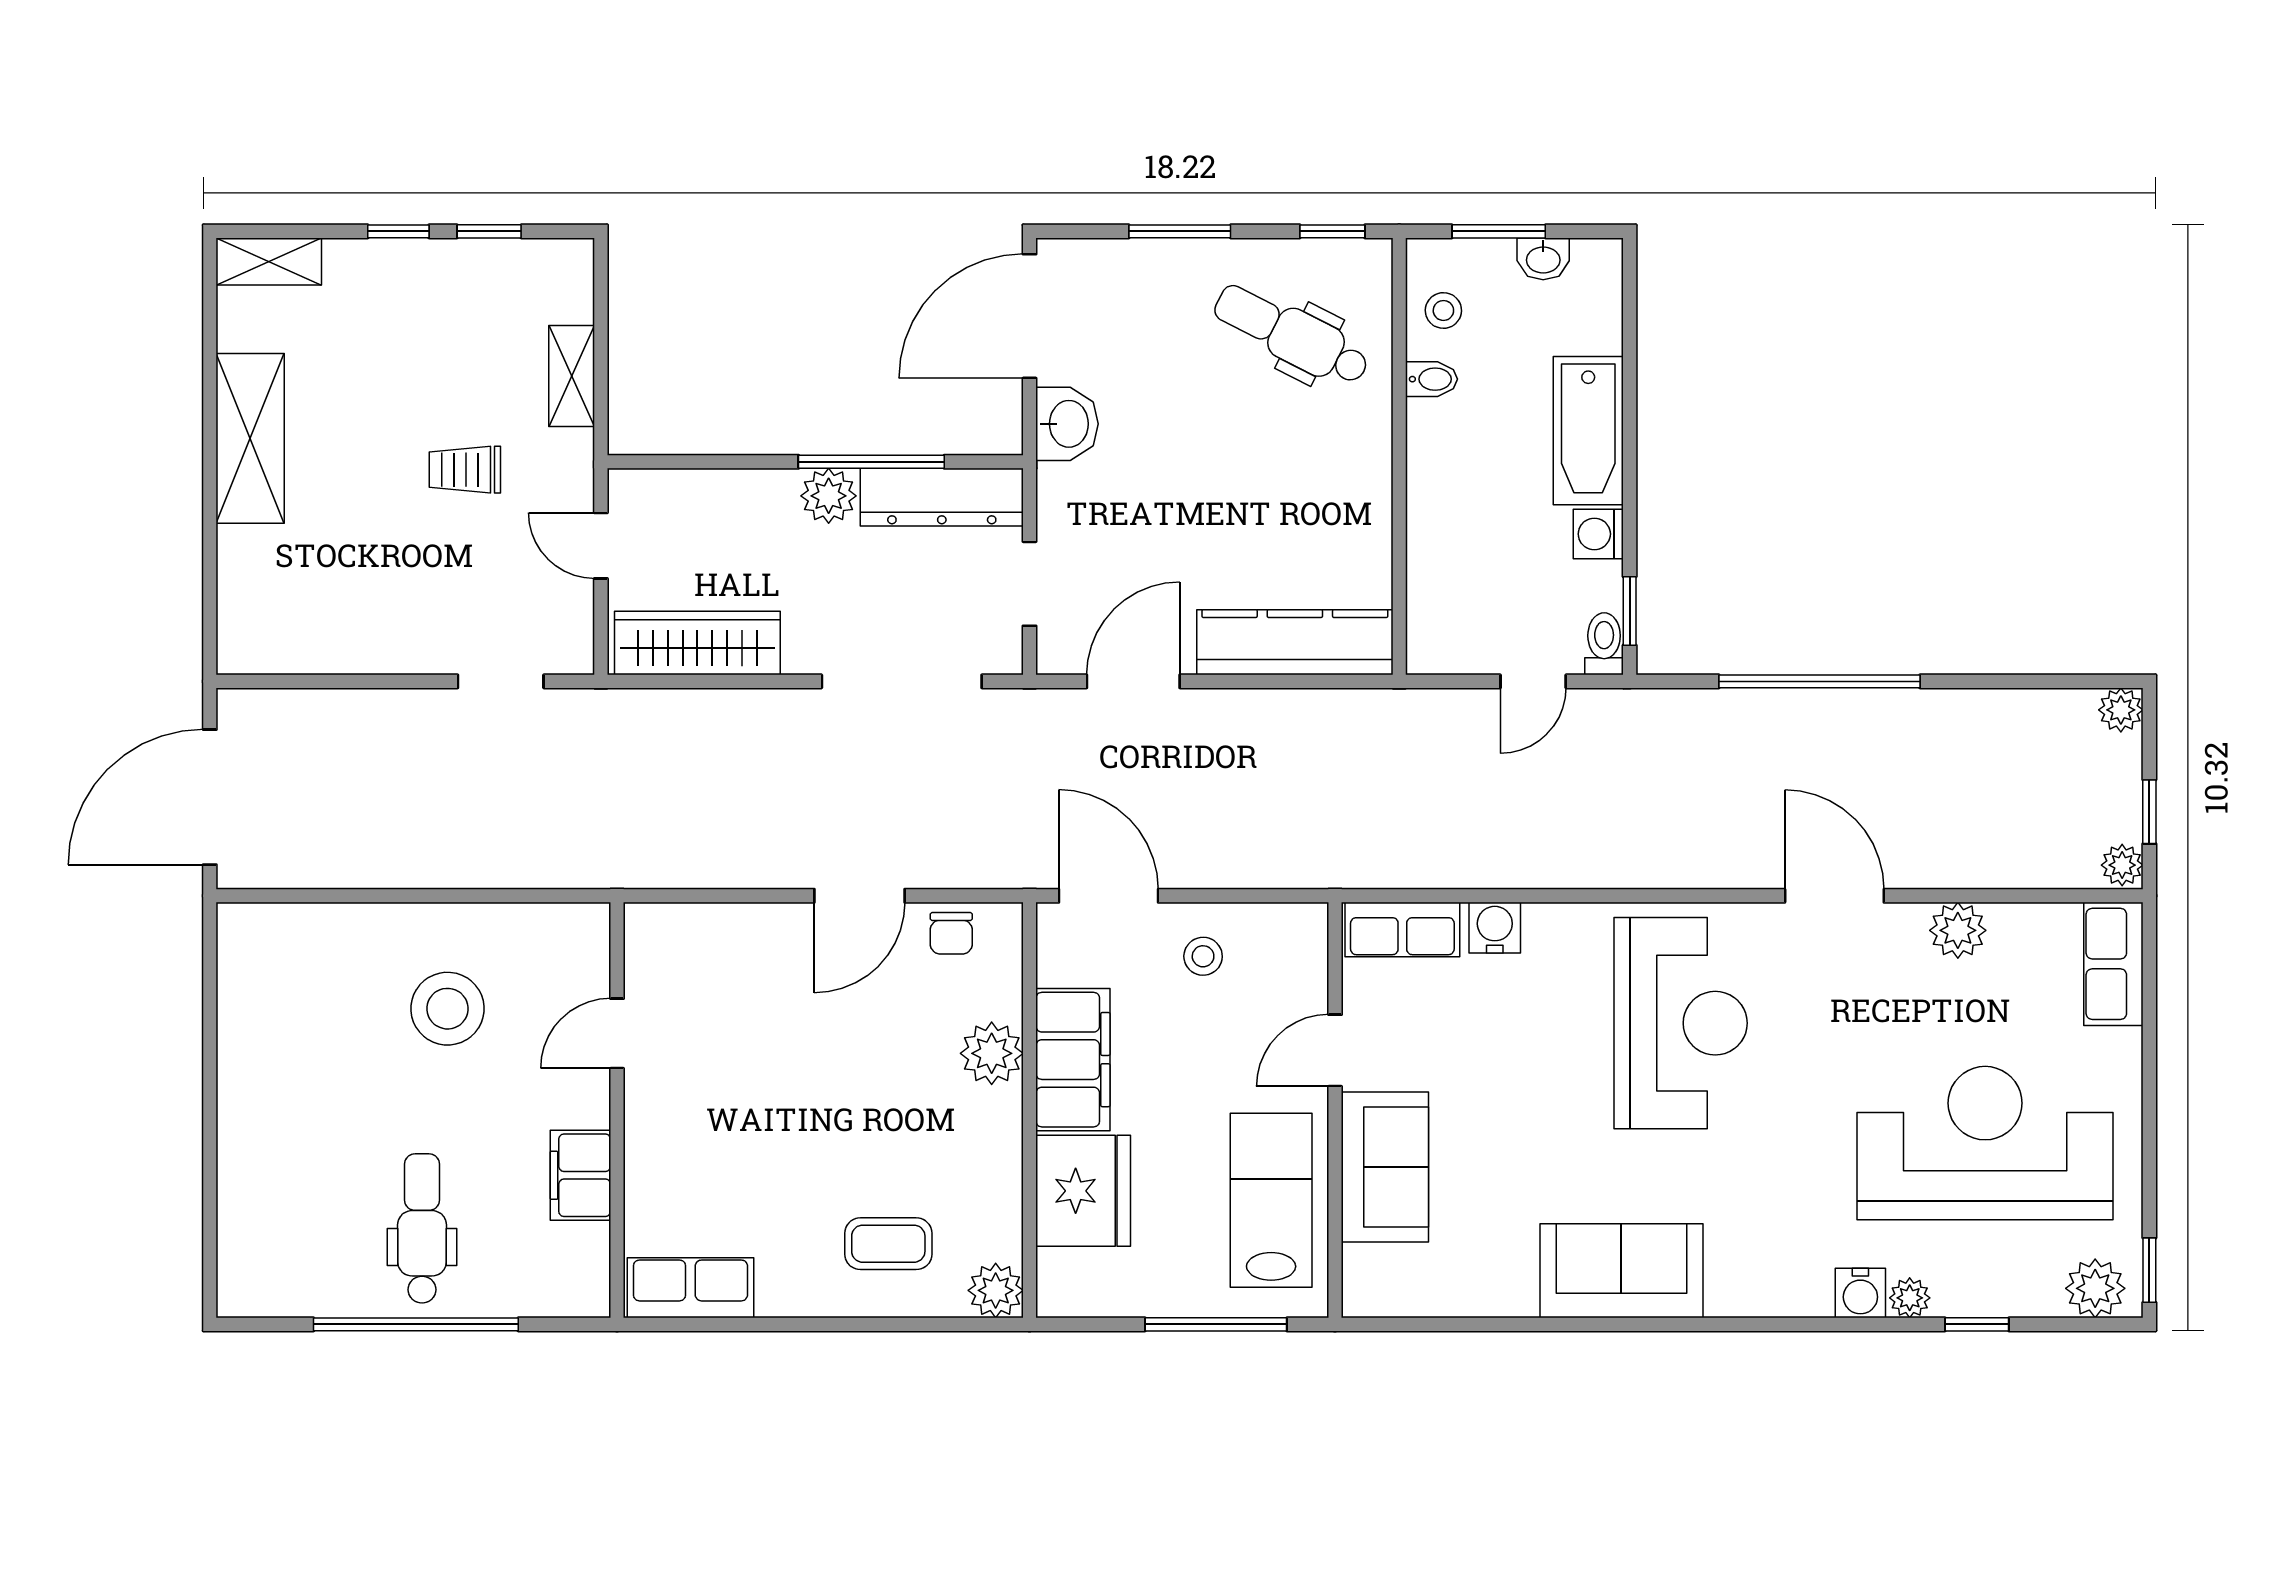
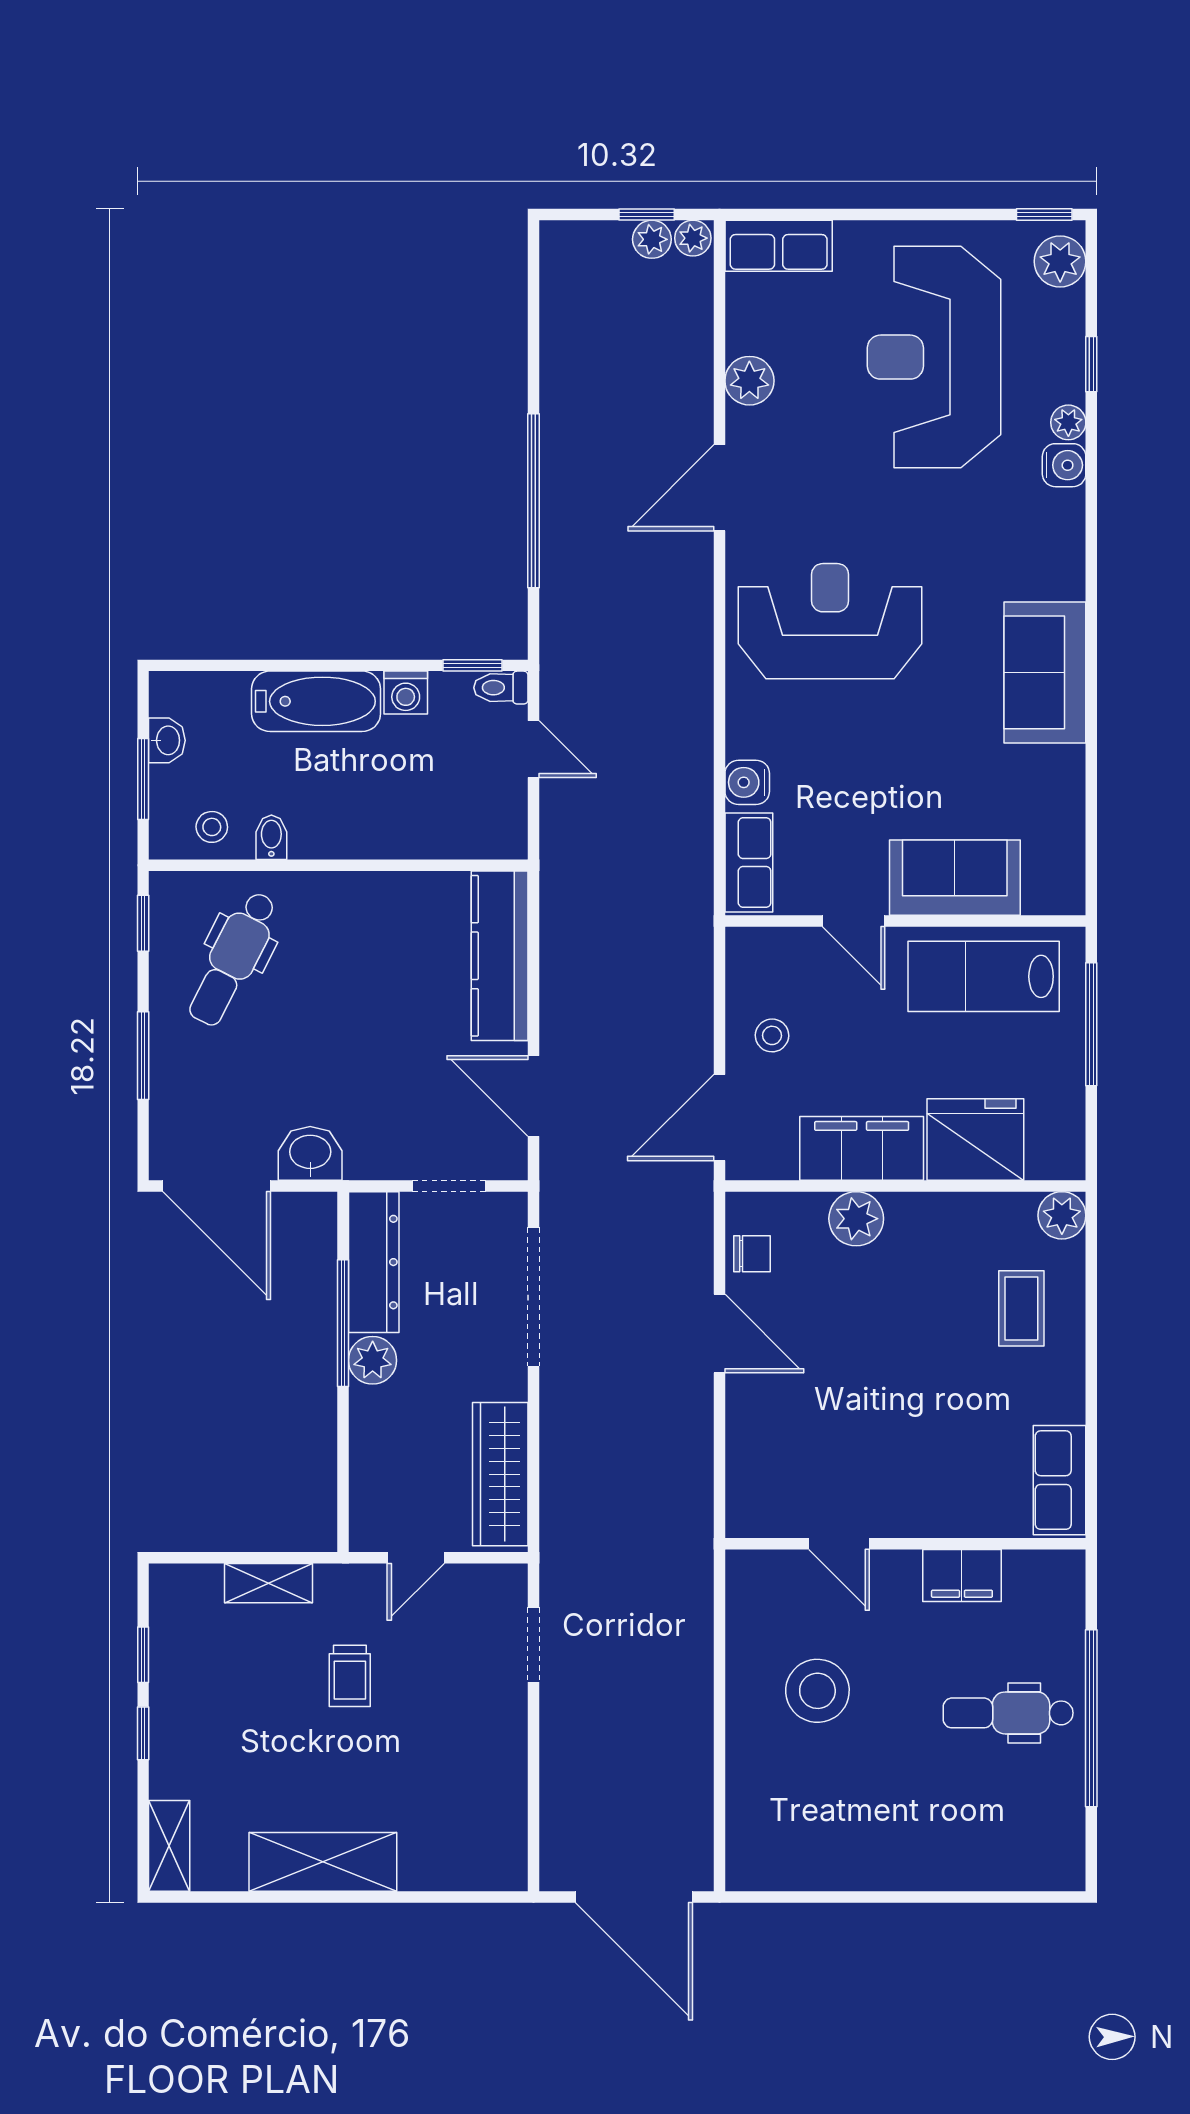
plant: (2121, 710) -> (652, 239), moved

